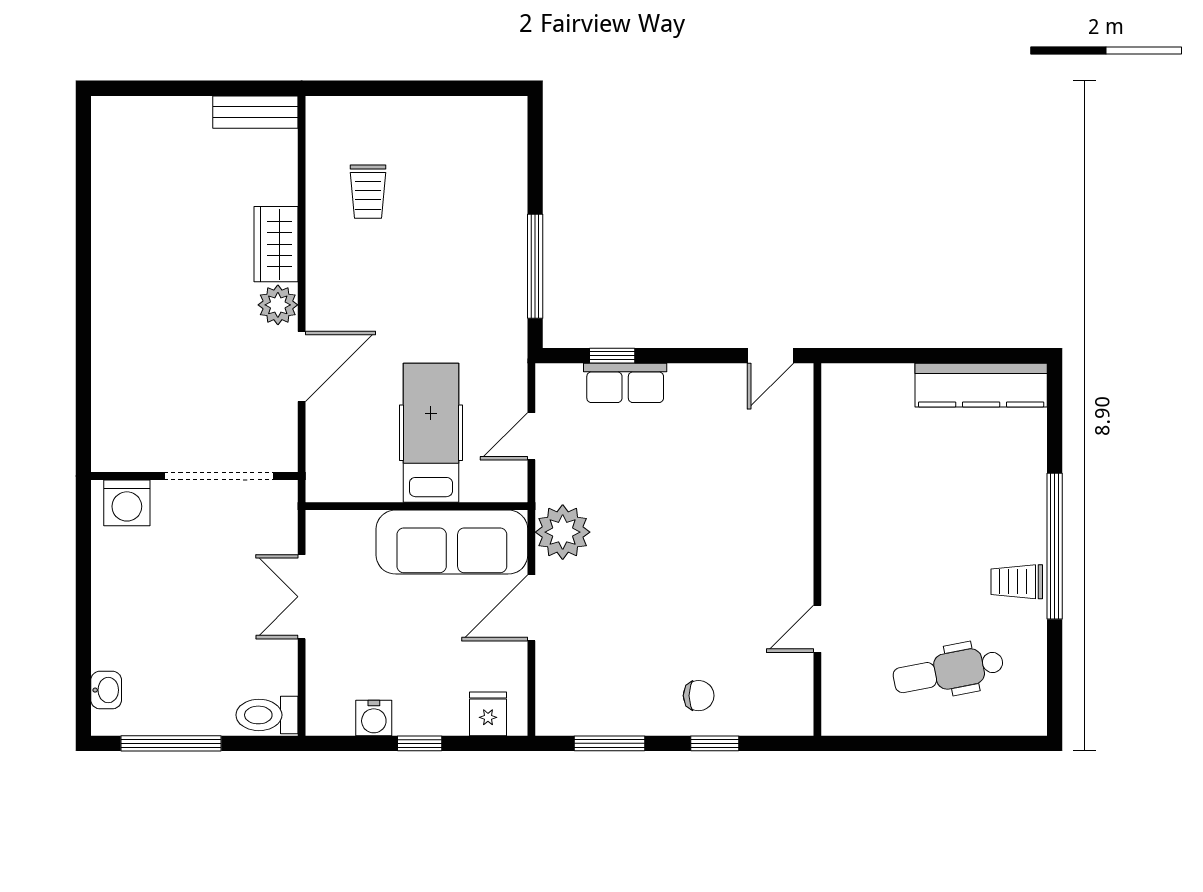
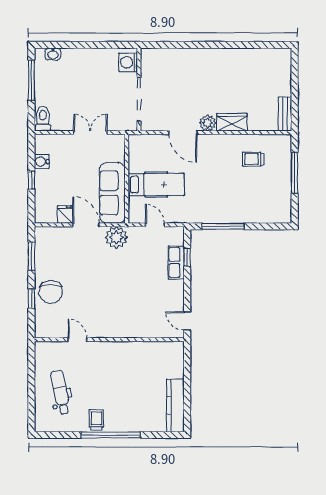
window: (402, 88) -> (295, 173), added
chair: (699, 696) -> (51, 292), width x1.87, depth x1.87
fridge: (488, 714) -> (65, 214), moved, turned -90

